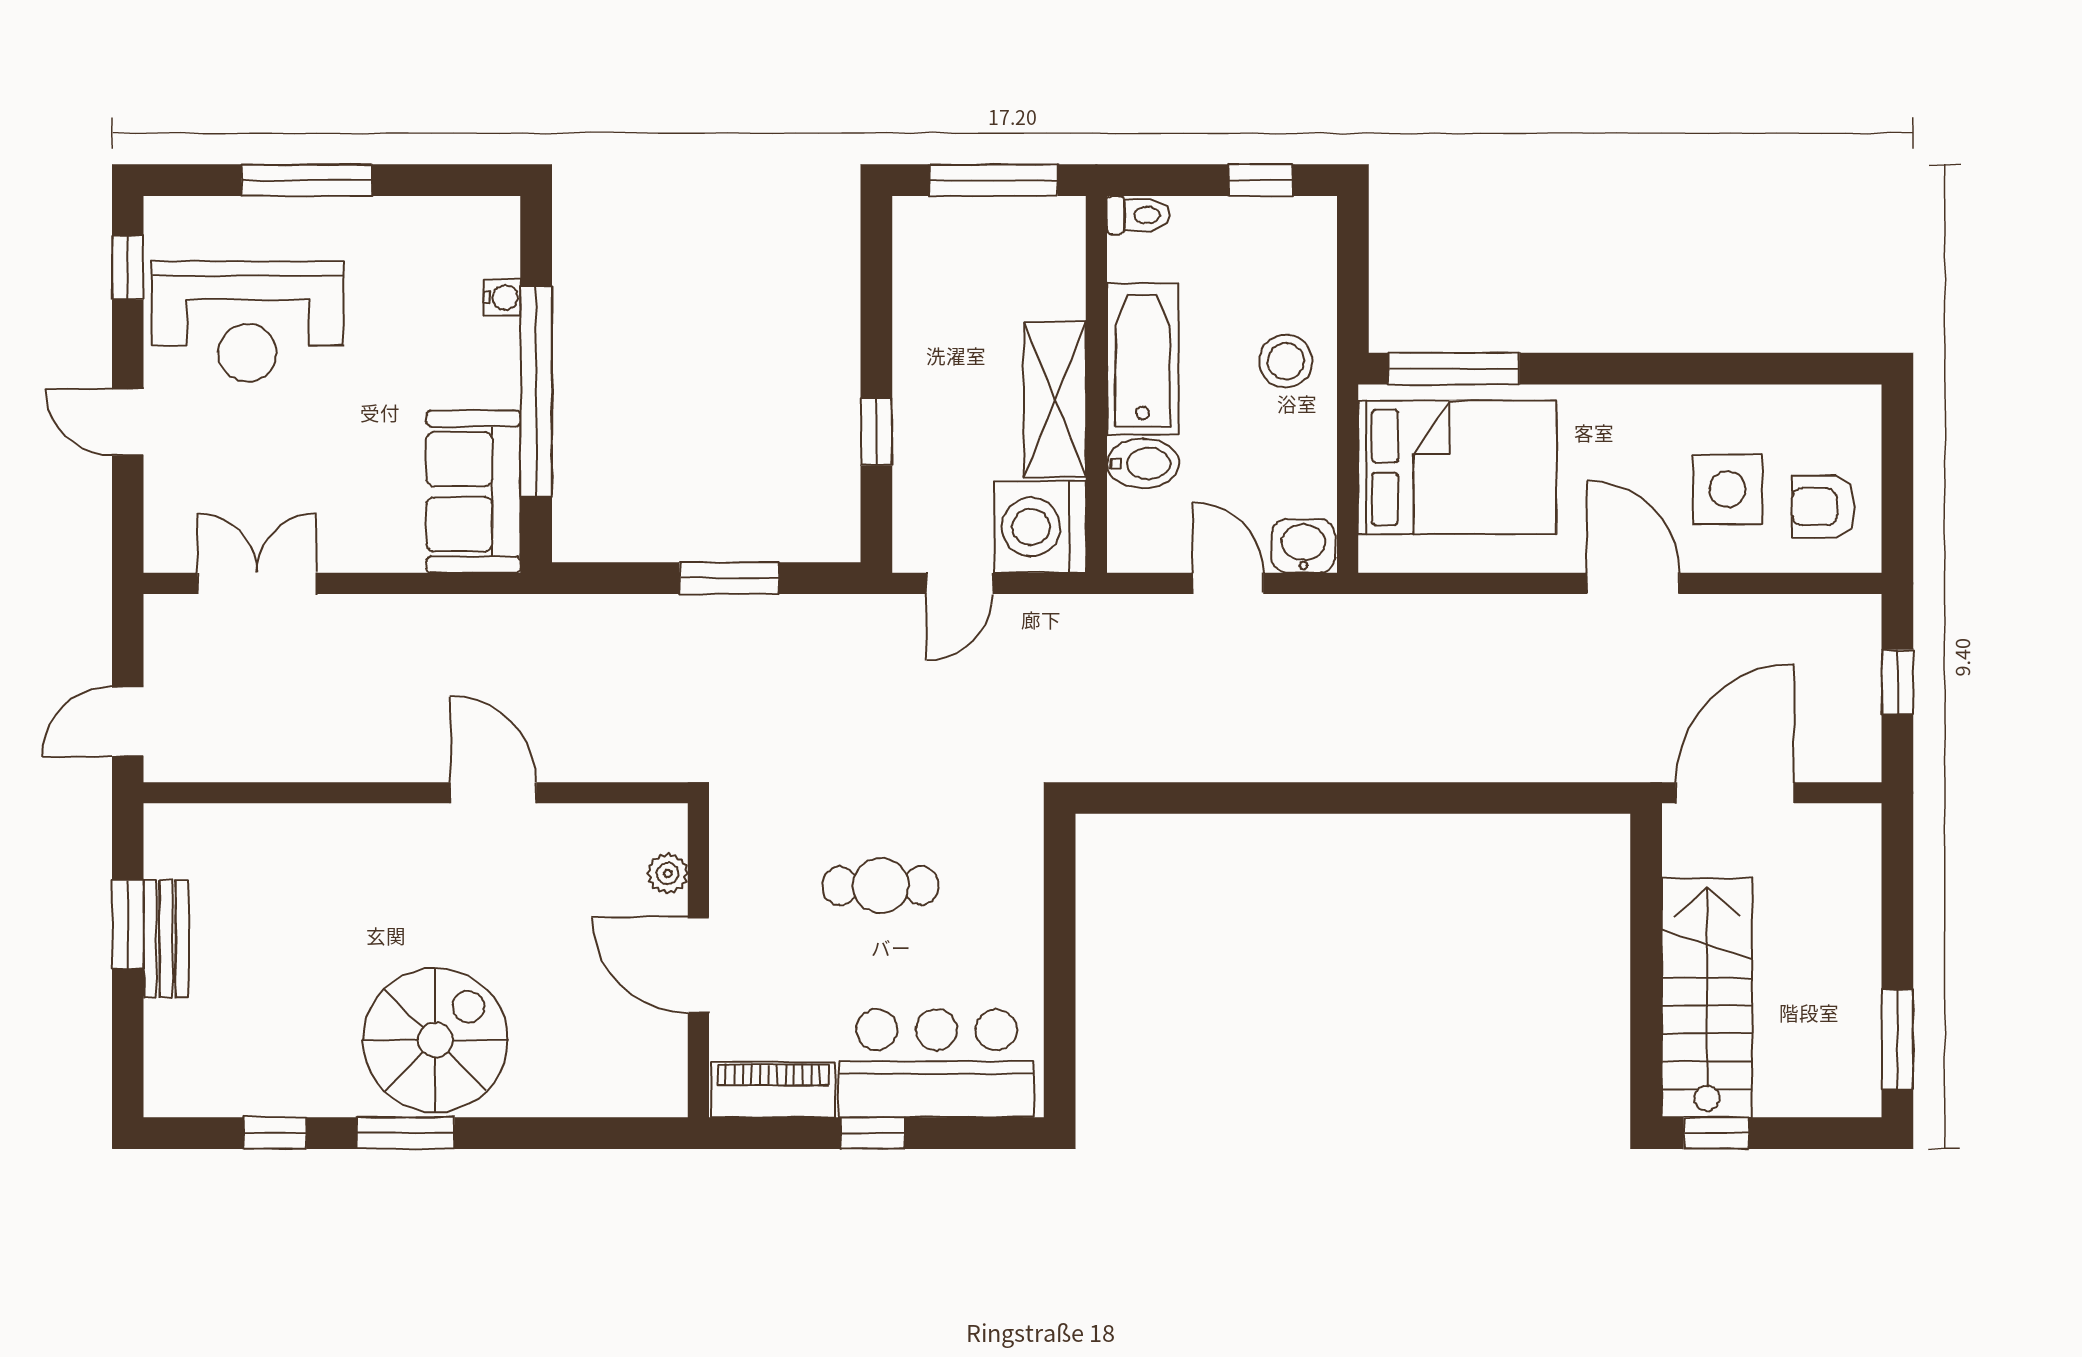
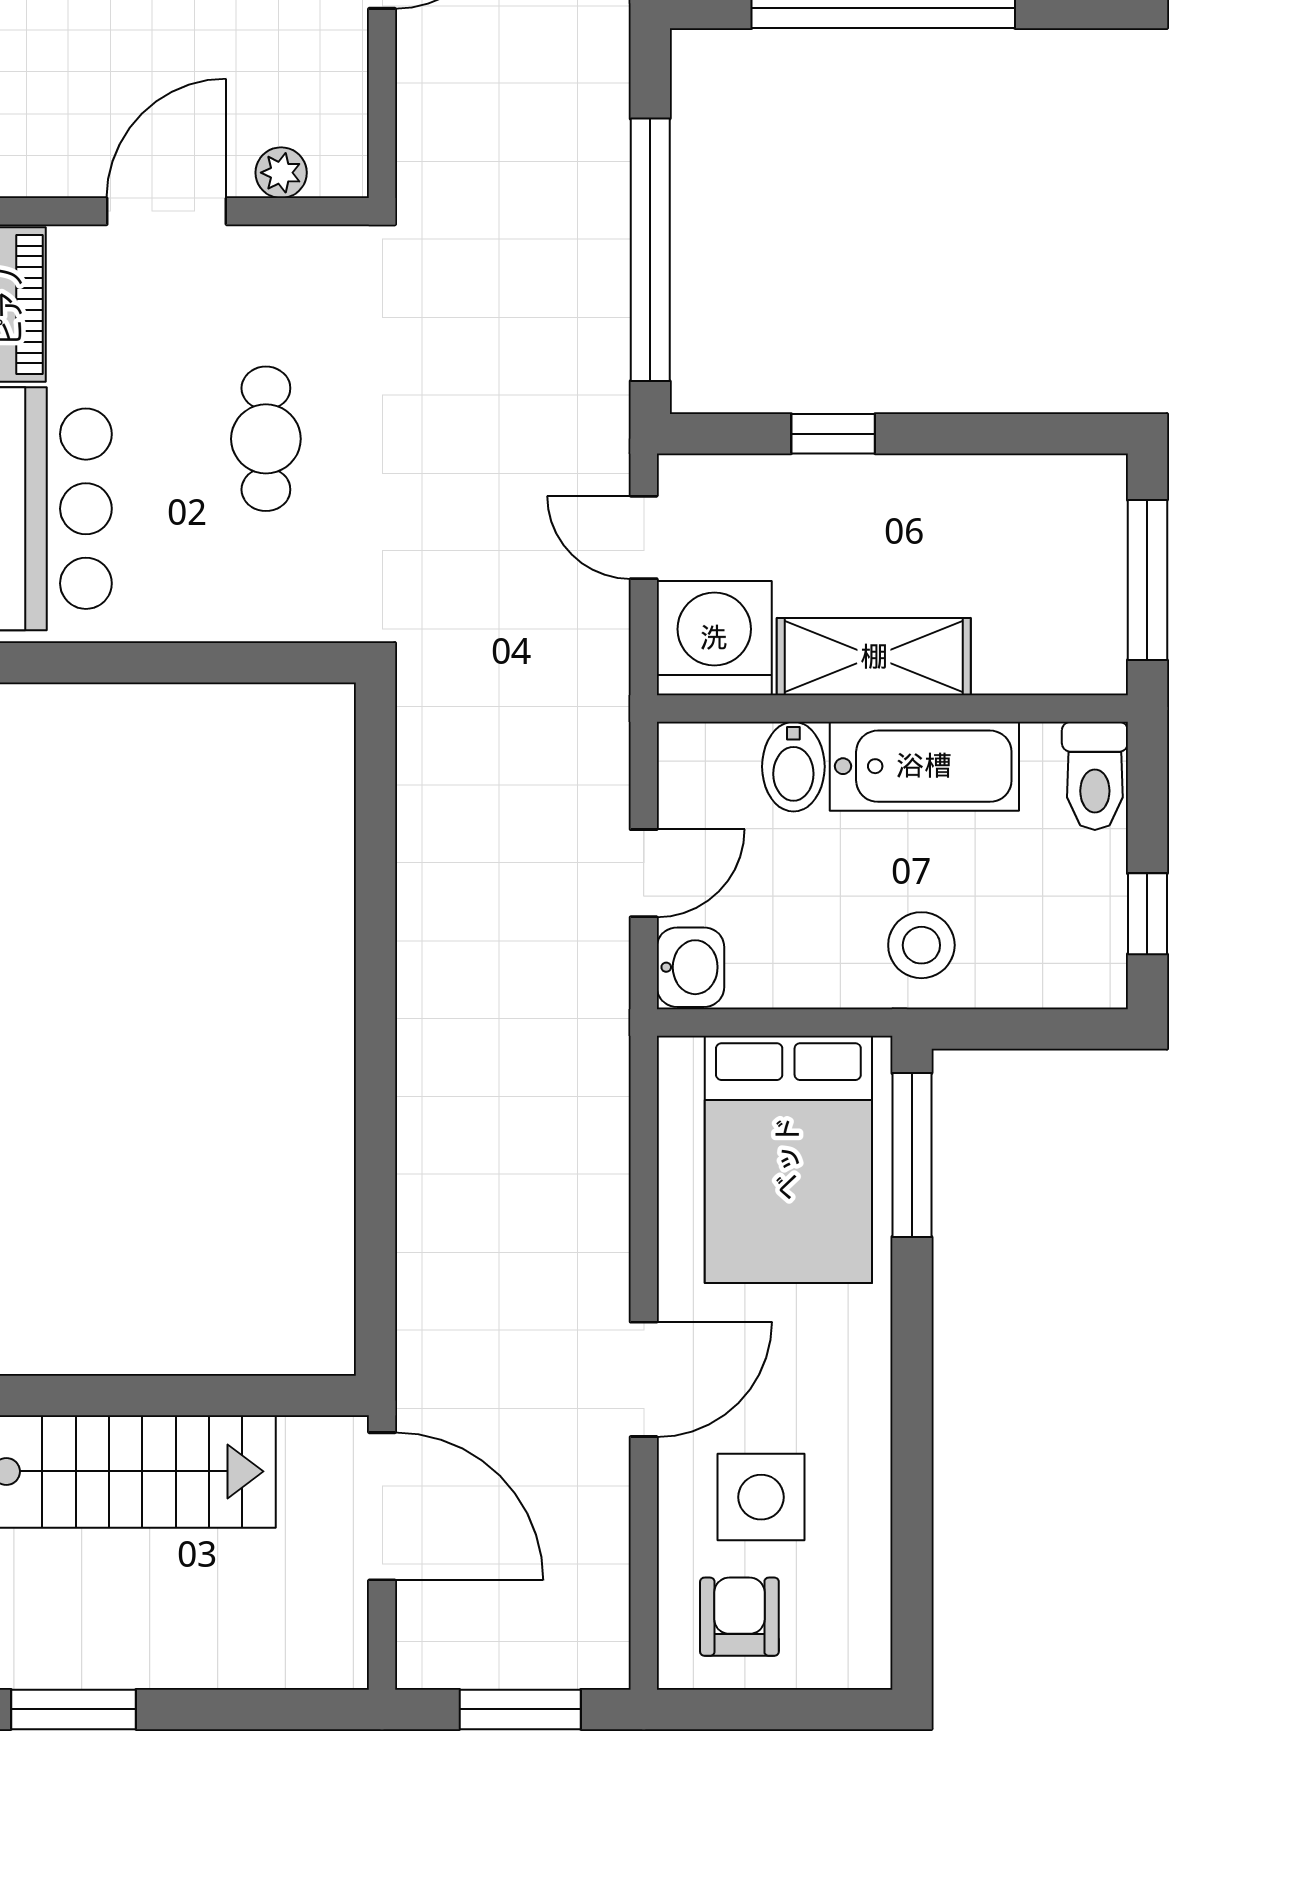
toilet: (1138, 215) -> (1095, 776), width x1.37, depth x1.39
window: (729, 578) -> (650, 250), width x2.11
window: (1897, 682) -> (520, 1709), width x1.50

